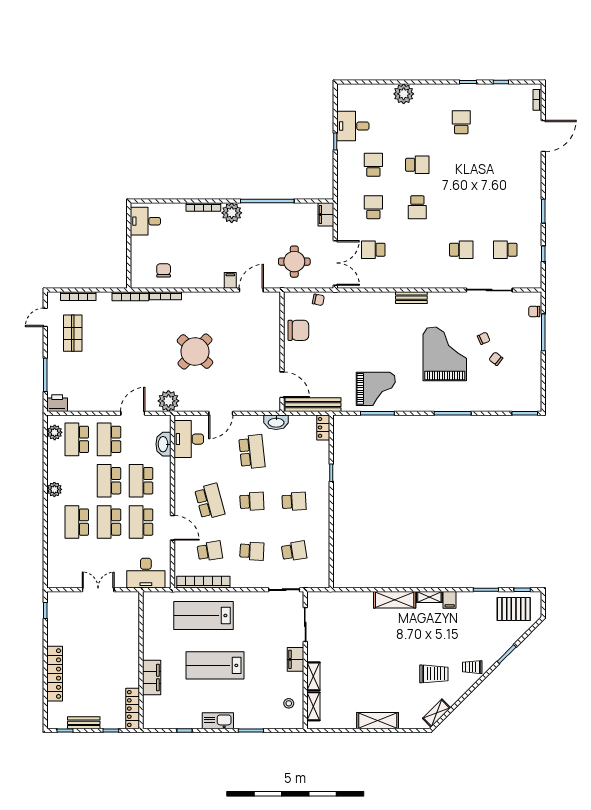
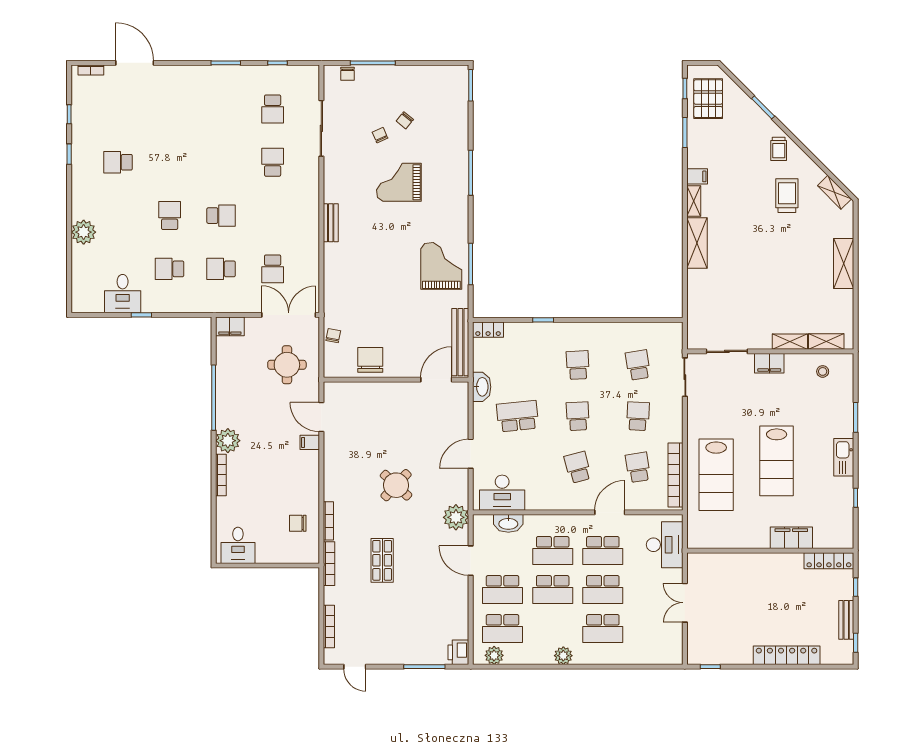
shop shelf: (73, 333) -> (382, 560), moved, turned 90
round table: (195, 352) -> (396, 485), width x0.73, depth x0.73
grand piano: (445, 354) -> (399, 182), width x0.73, depth x0.68
door: (221, 413) -> (471, 454), swing flipped
school desk: (210, 501) -> (578, 467), width x0.54

